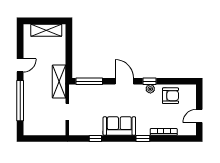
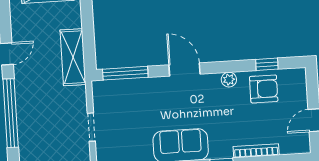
window: (149, 81) -> (267, 64), moved
shelving: (59, 82) -> (73, 57), moved

